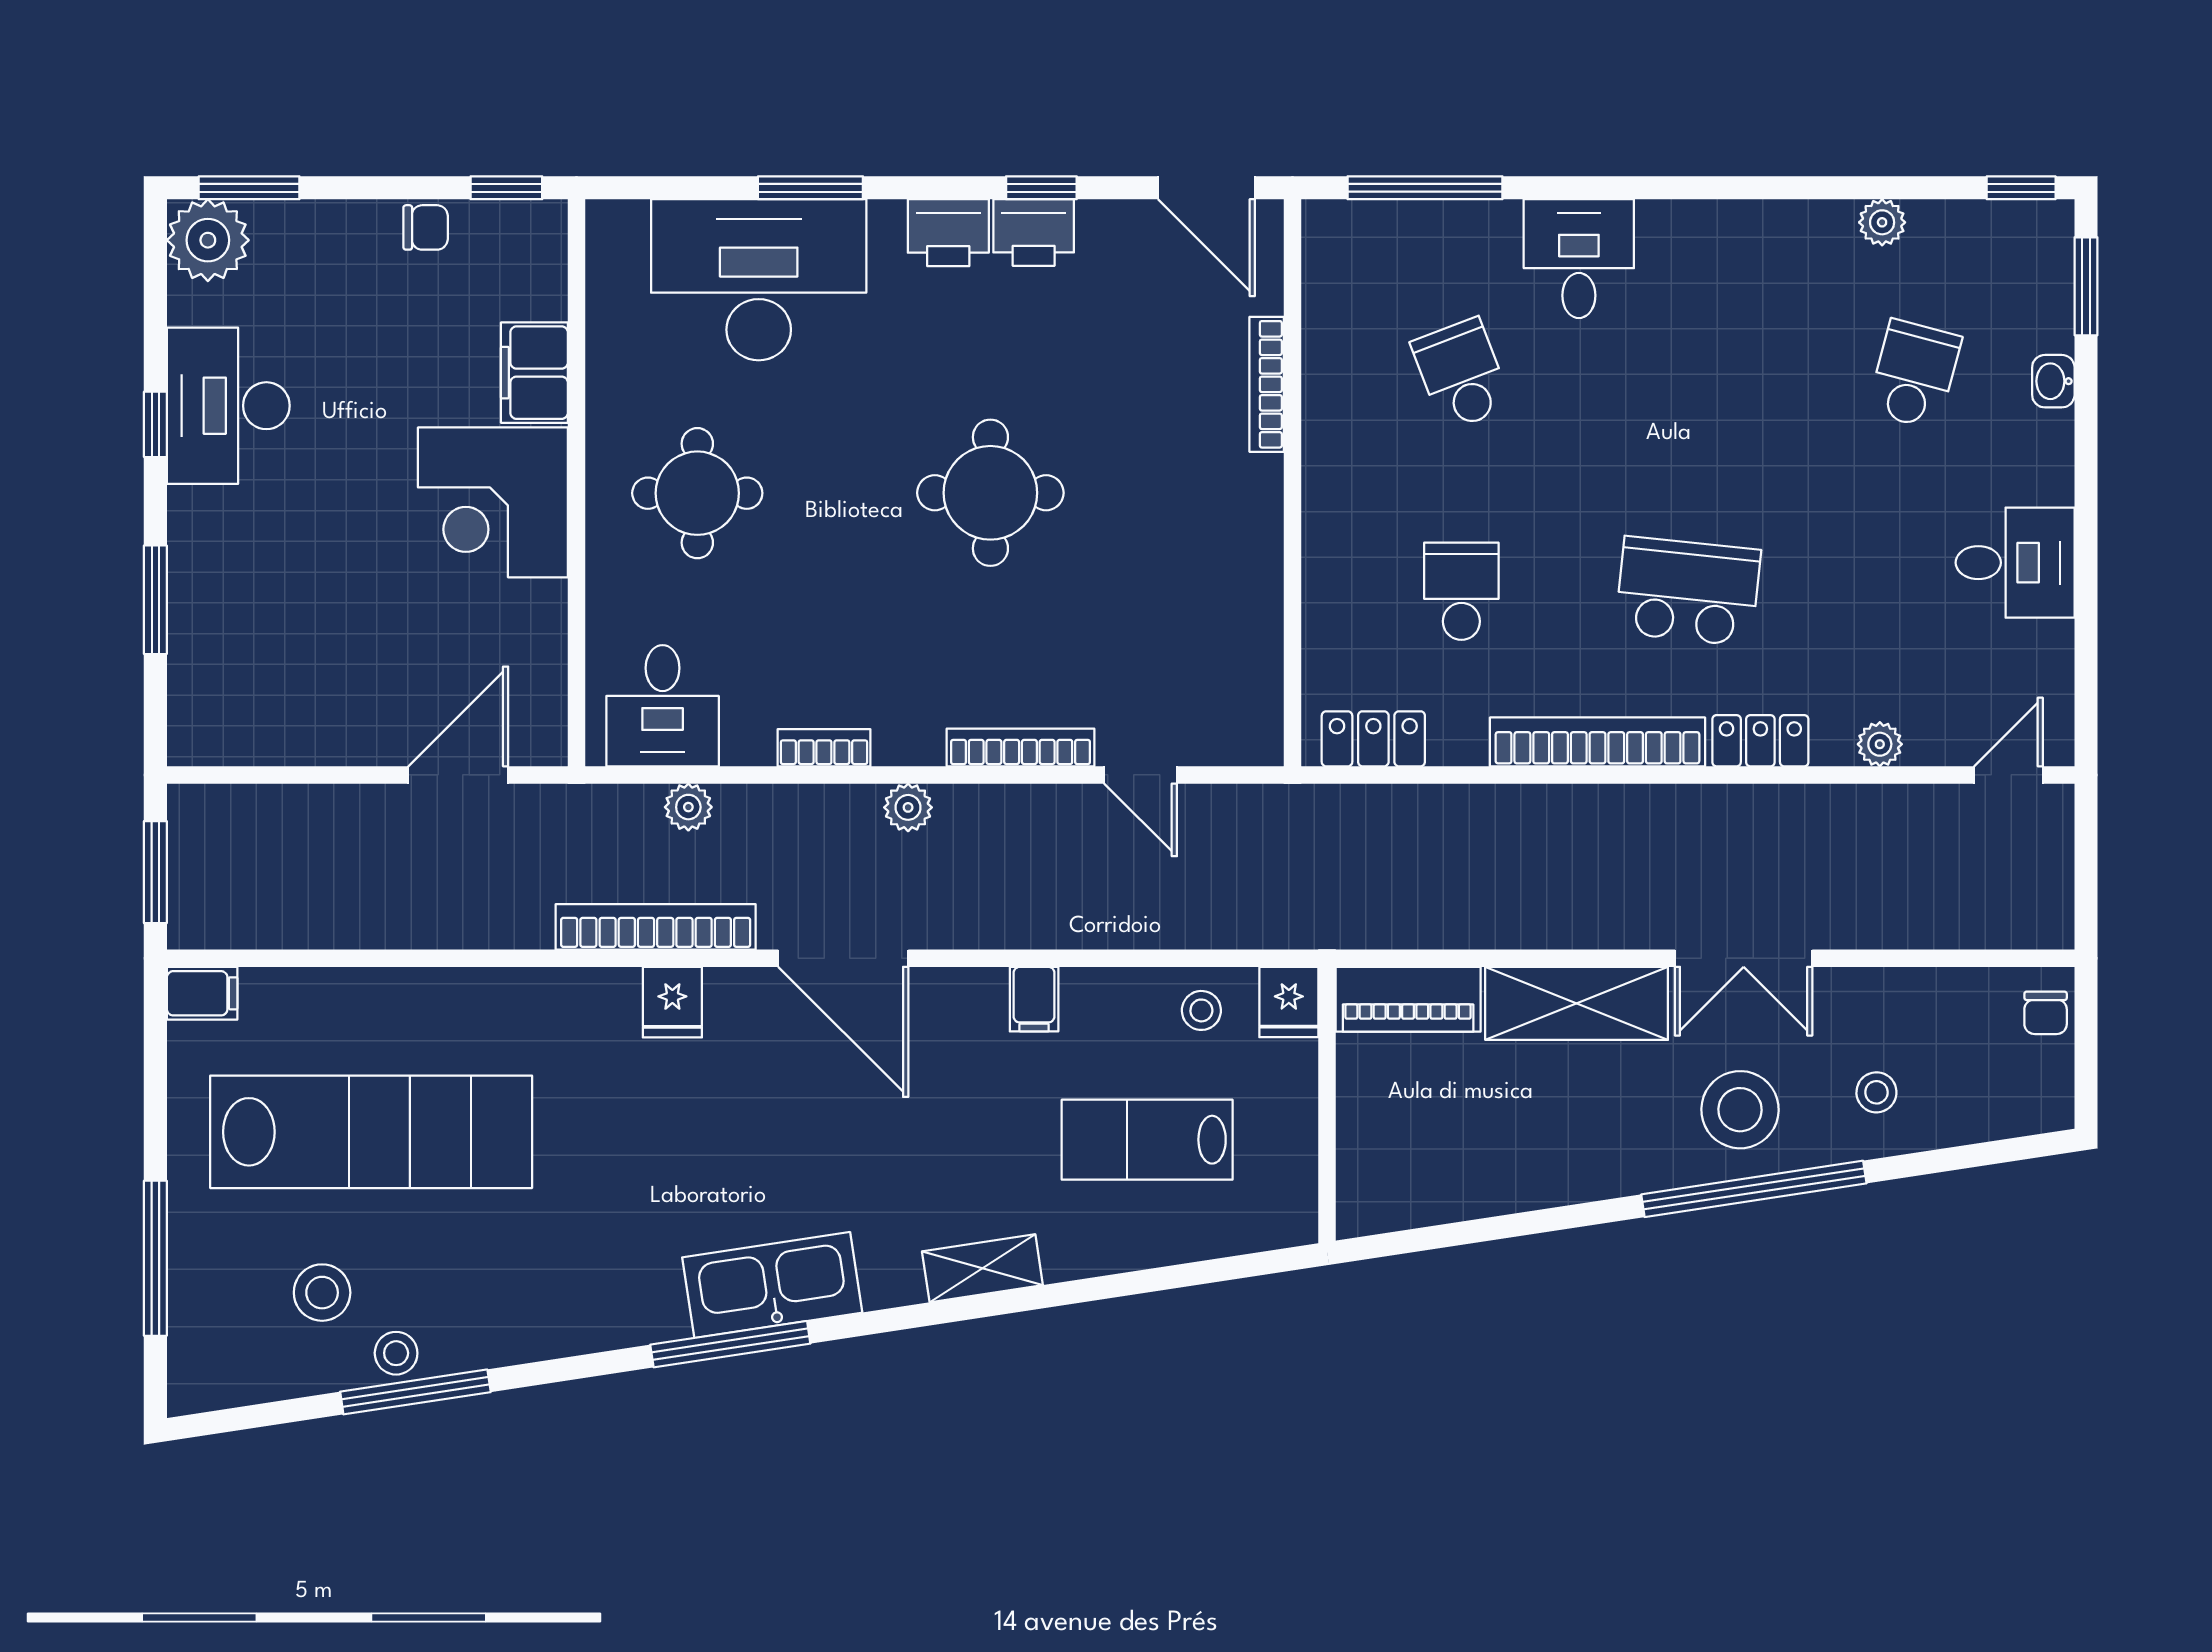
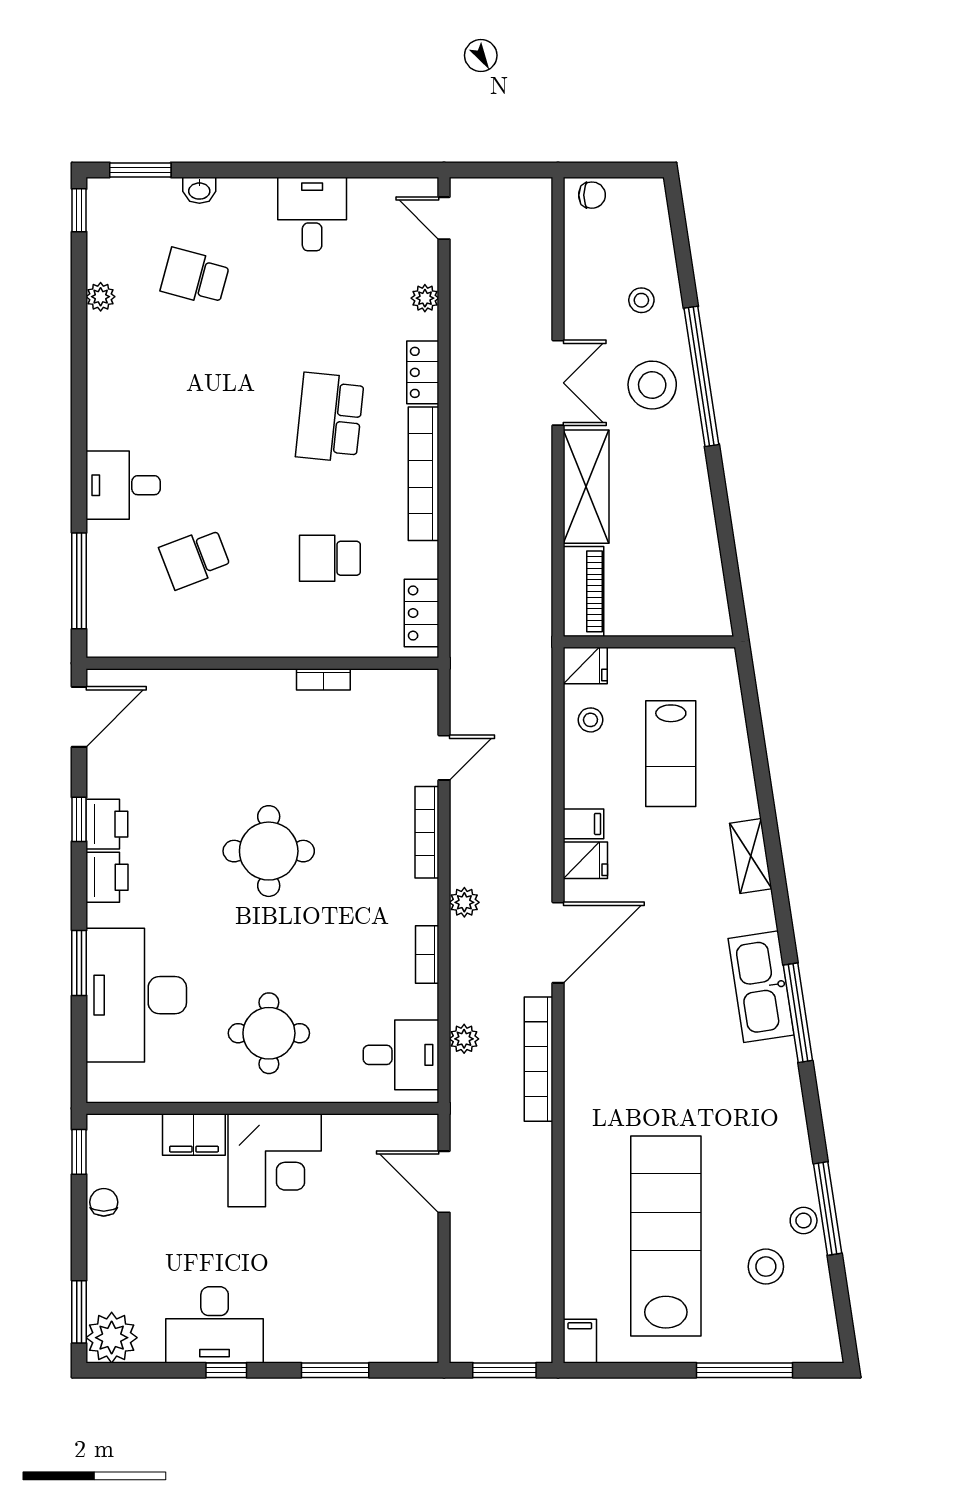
bookcase: (1267, 384) -> (323, 679), moved, width x0.64
fridge: (672, 1002) -> (585, 860), moved

